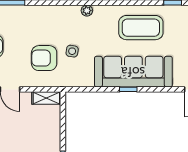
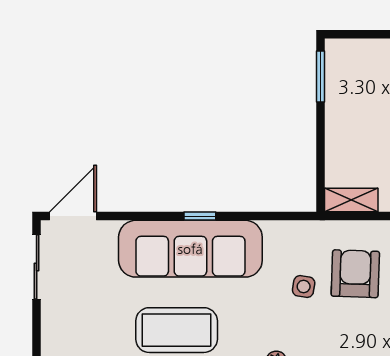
armchair: (44, 58) -> (355, 274), turned -88

